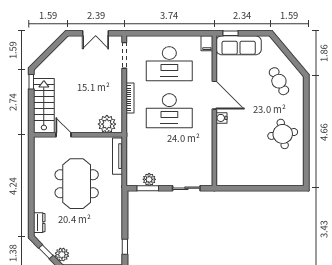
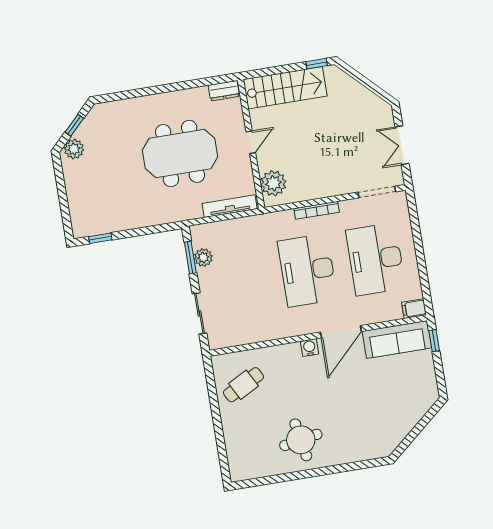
sofa: (239, 45) -> (397, 339), moved, turned -90
cafe table: (279, 81) -> (243, 385), moved
door: (63, 135) -> (251, 142), moved
dresser: (39, 223) -> (224, 91), moved

